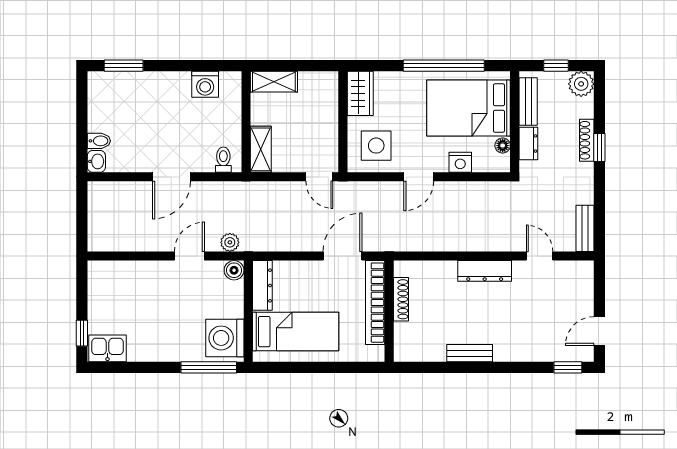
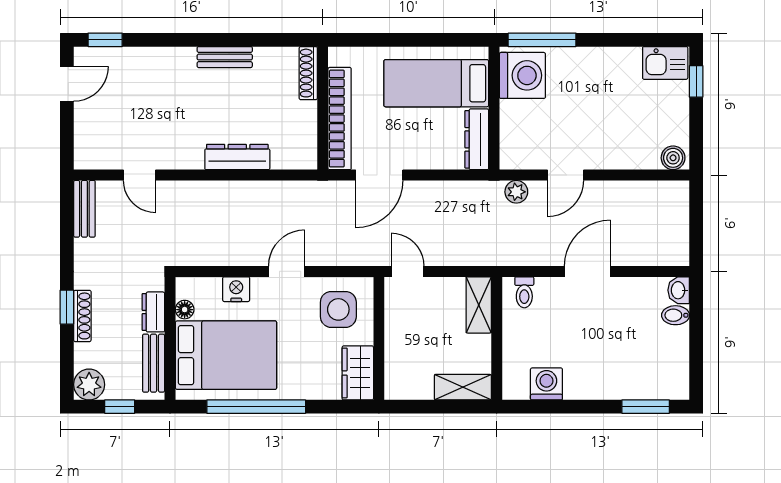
boiler: (234, 270) -> (673, 158), moved
dresser: (485, 271) -> (237, 157), moved
shoe rack: (401, 299) -> (308, 73), moved

